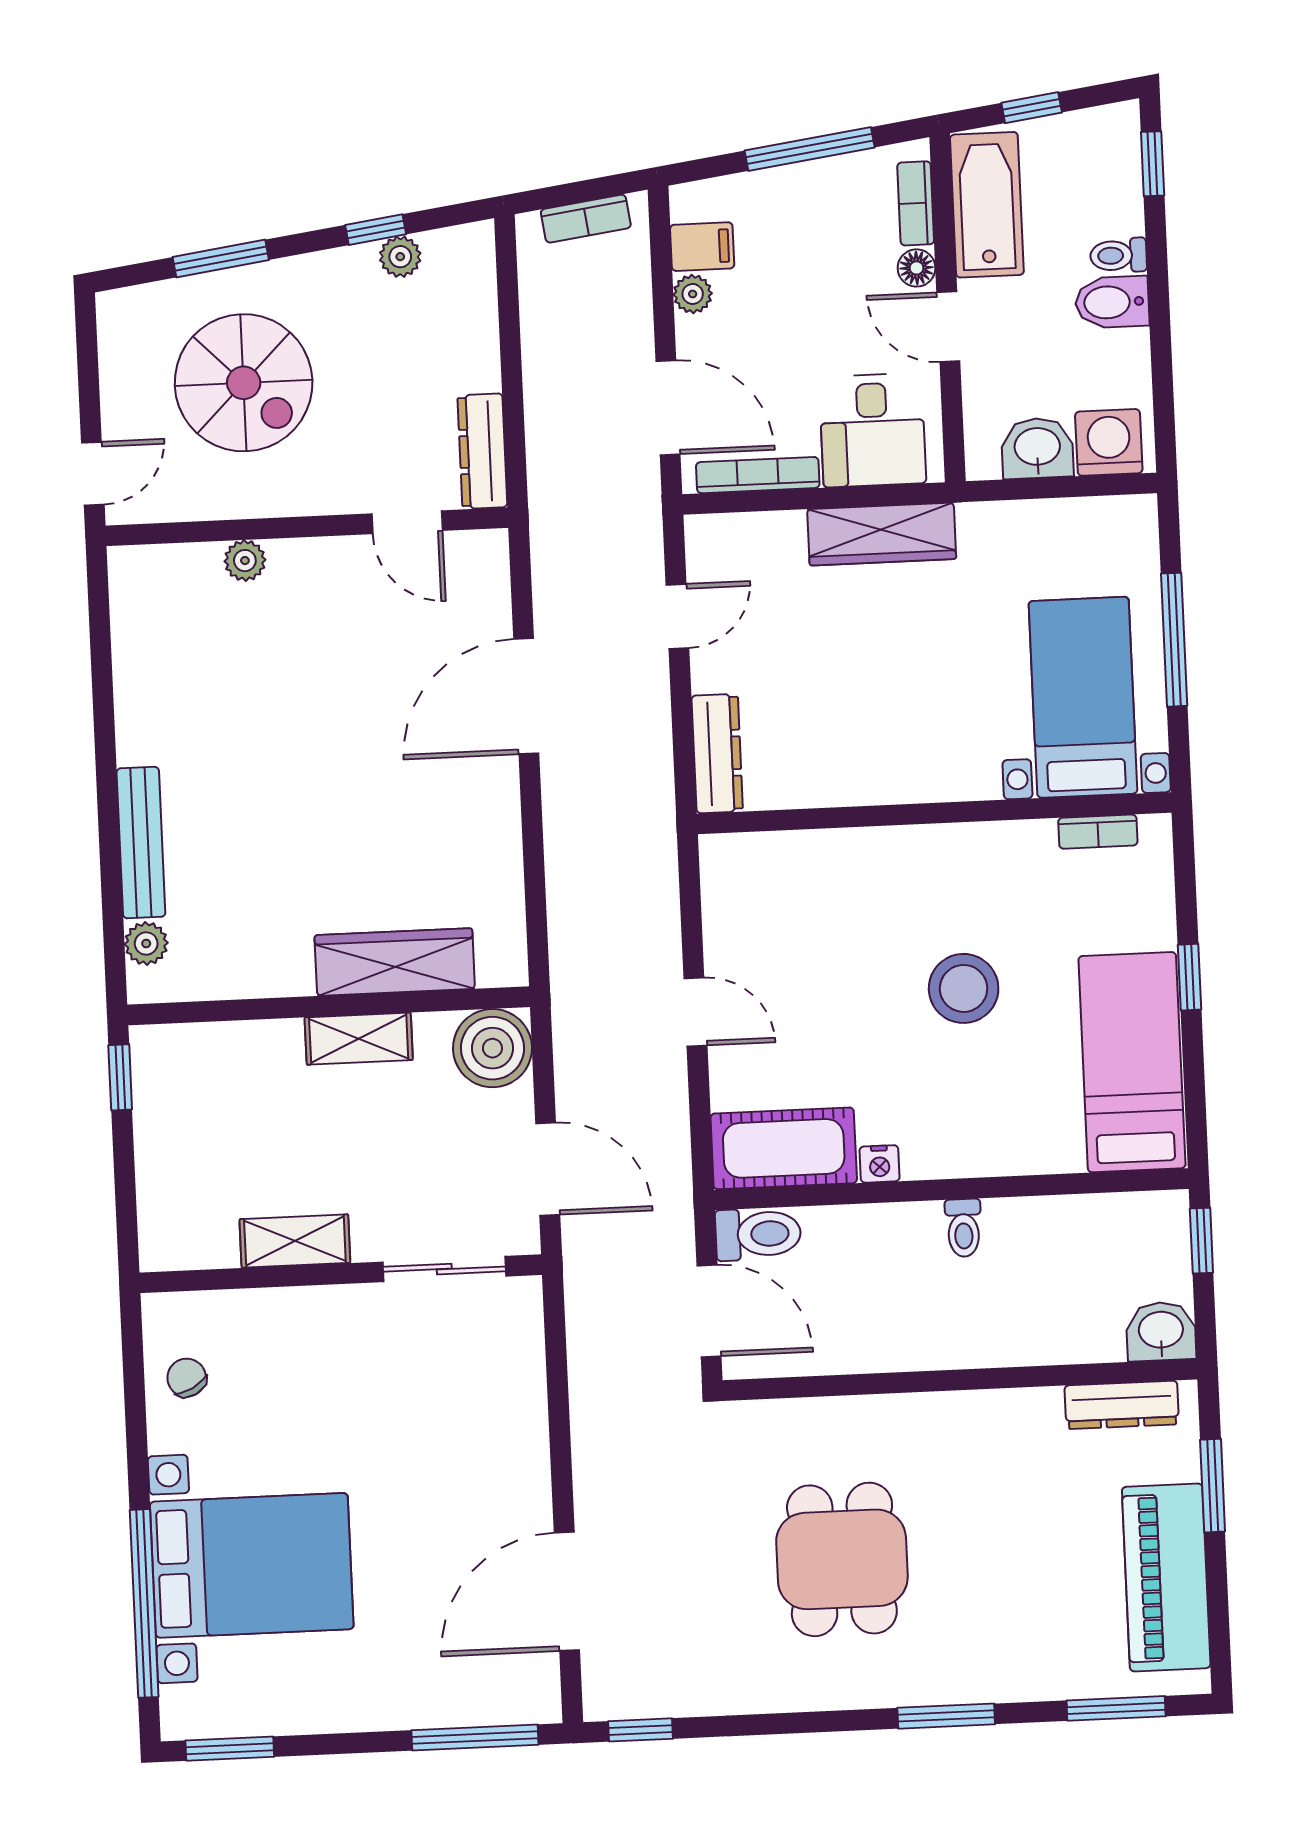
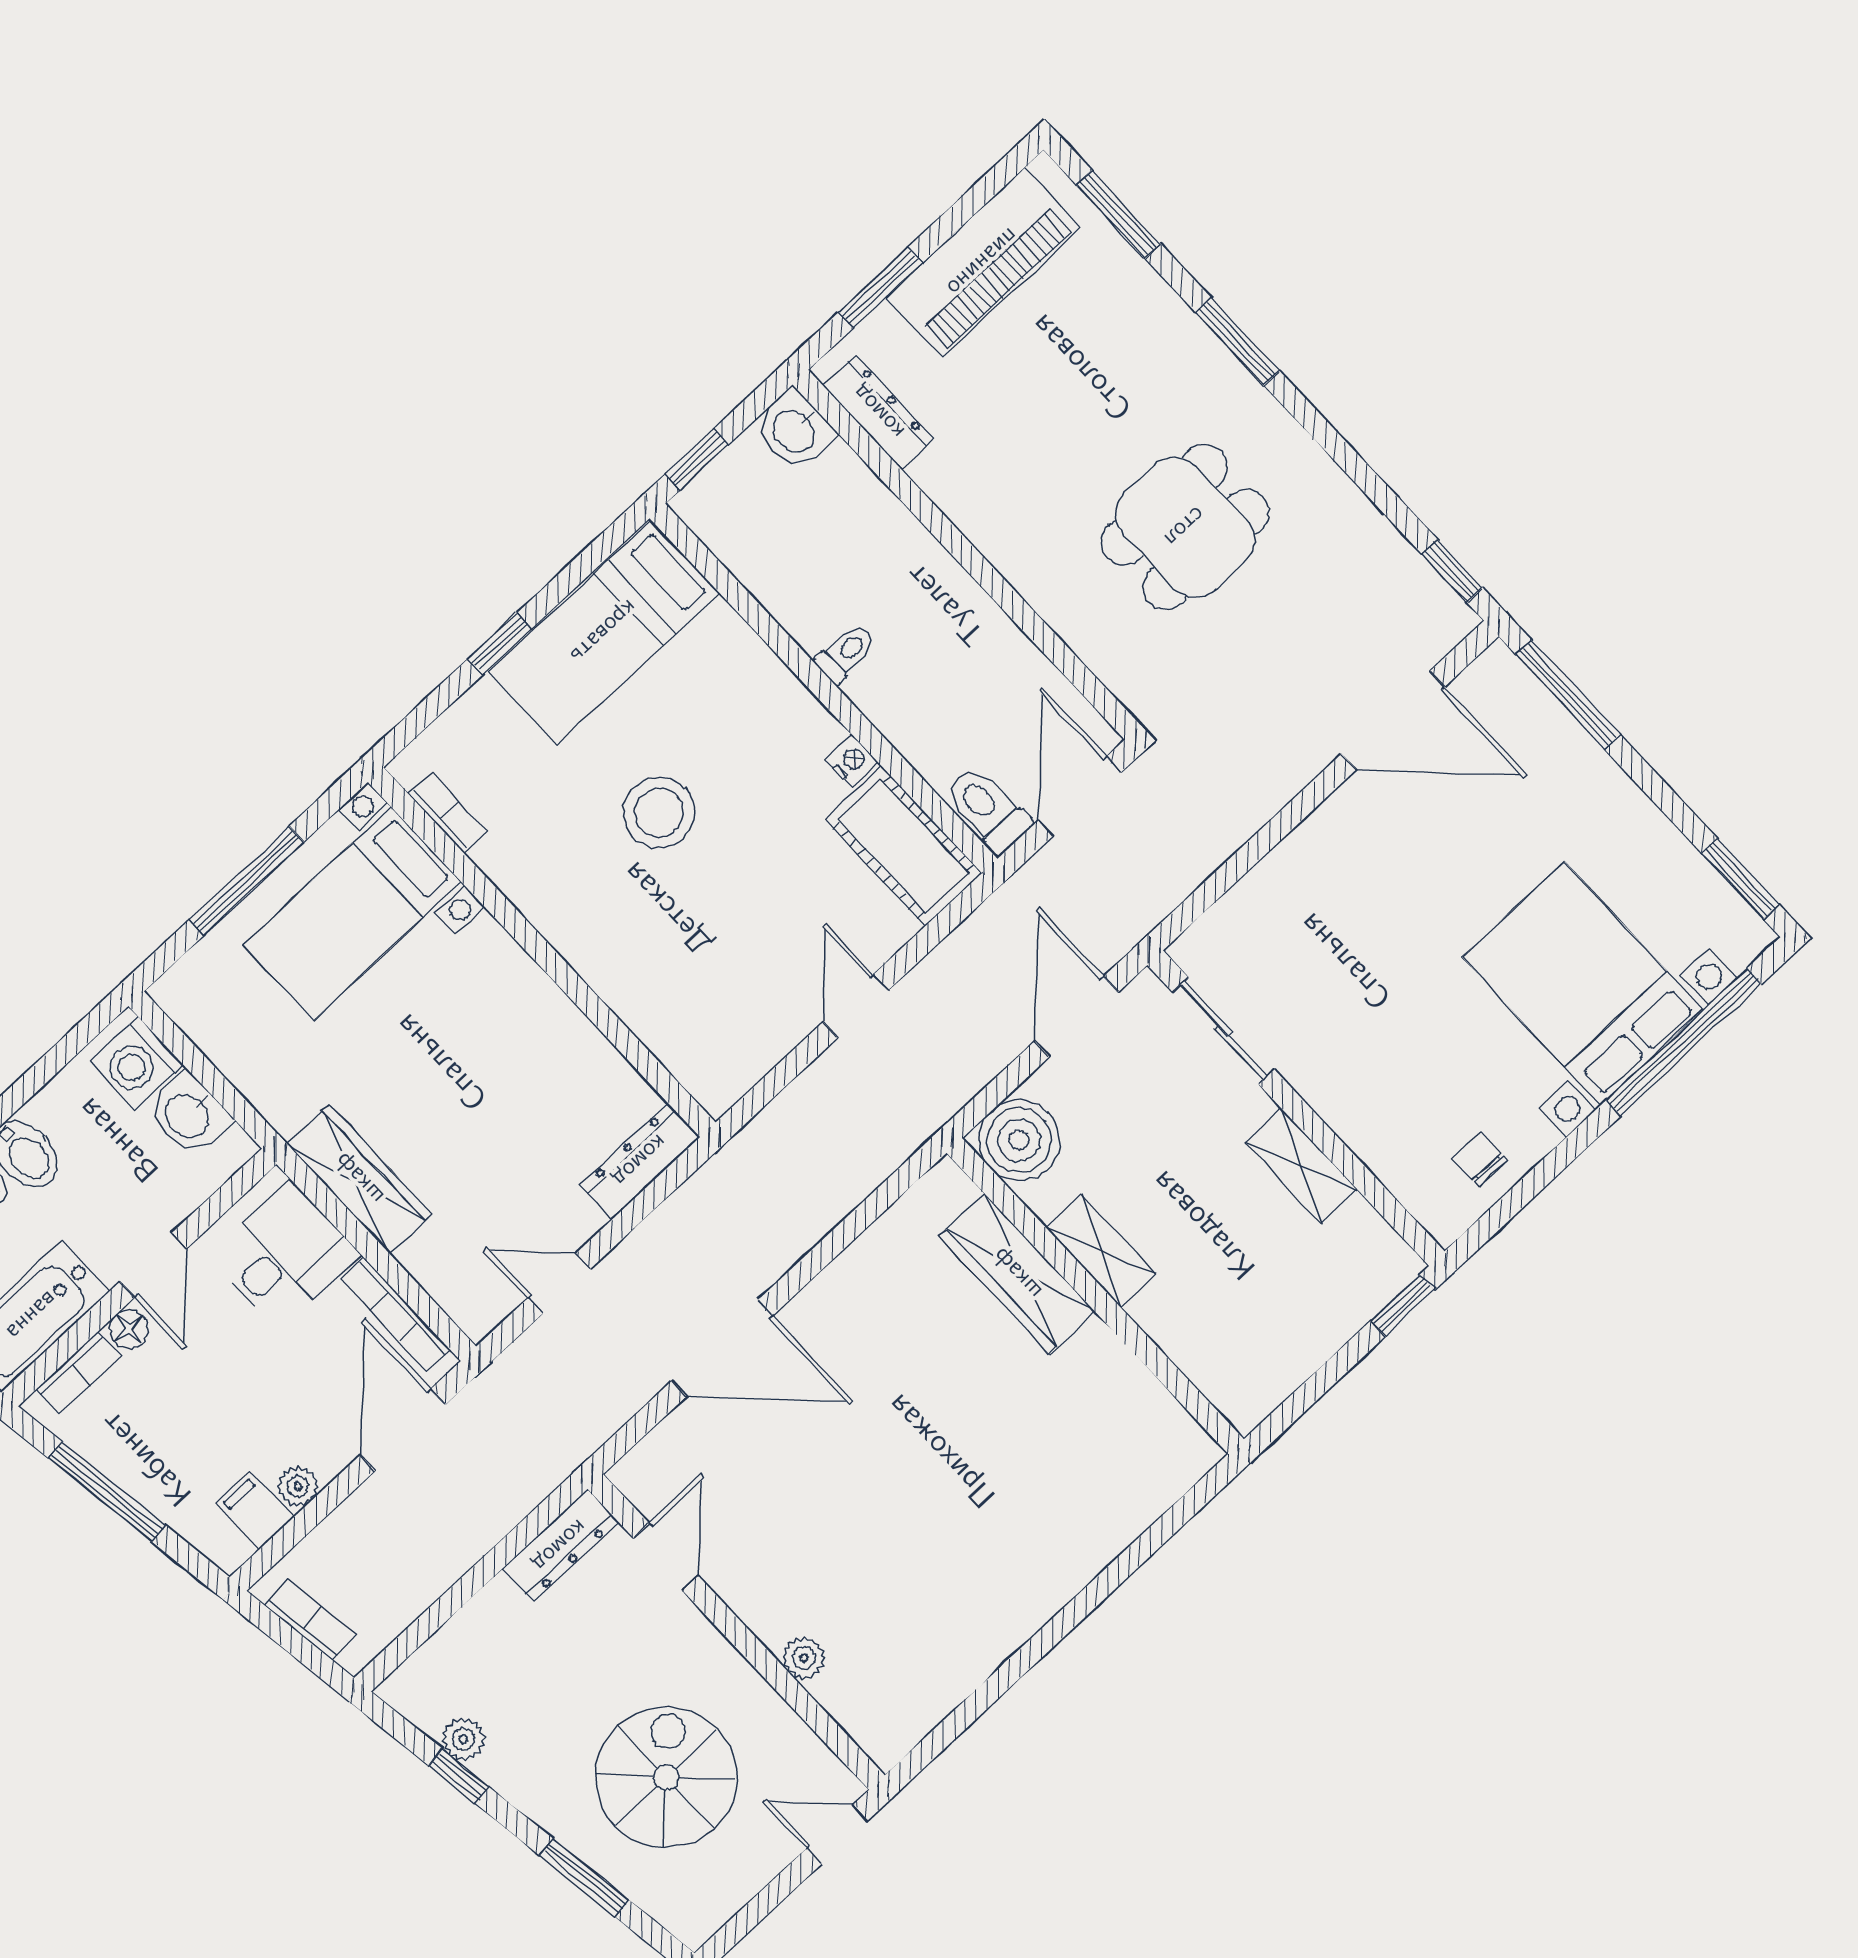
bench: (141, 843) -> (1093, 1551), removed
plant: (146, 943) -> (1168, 1480), removed
window: (120, 1077) -> (1403, 1305), moved
chair: (187, 1378) -> (1480, 1159), turned 118

